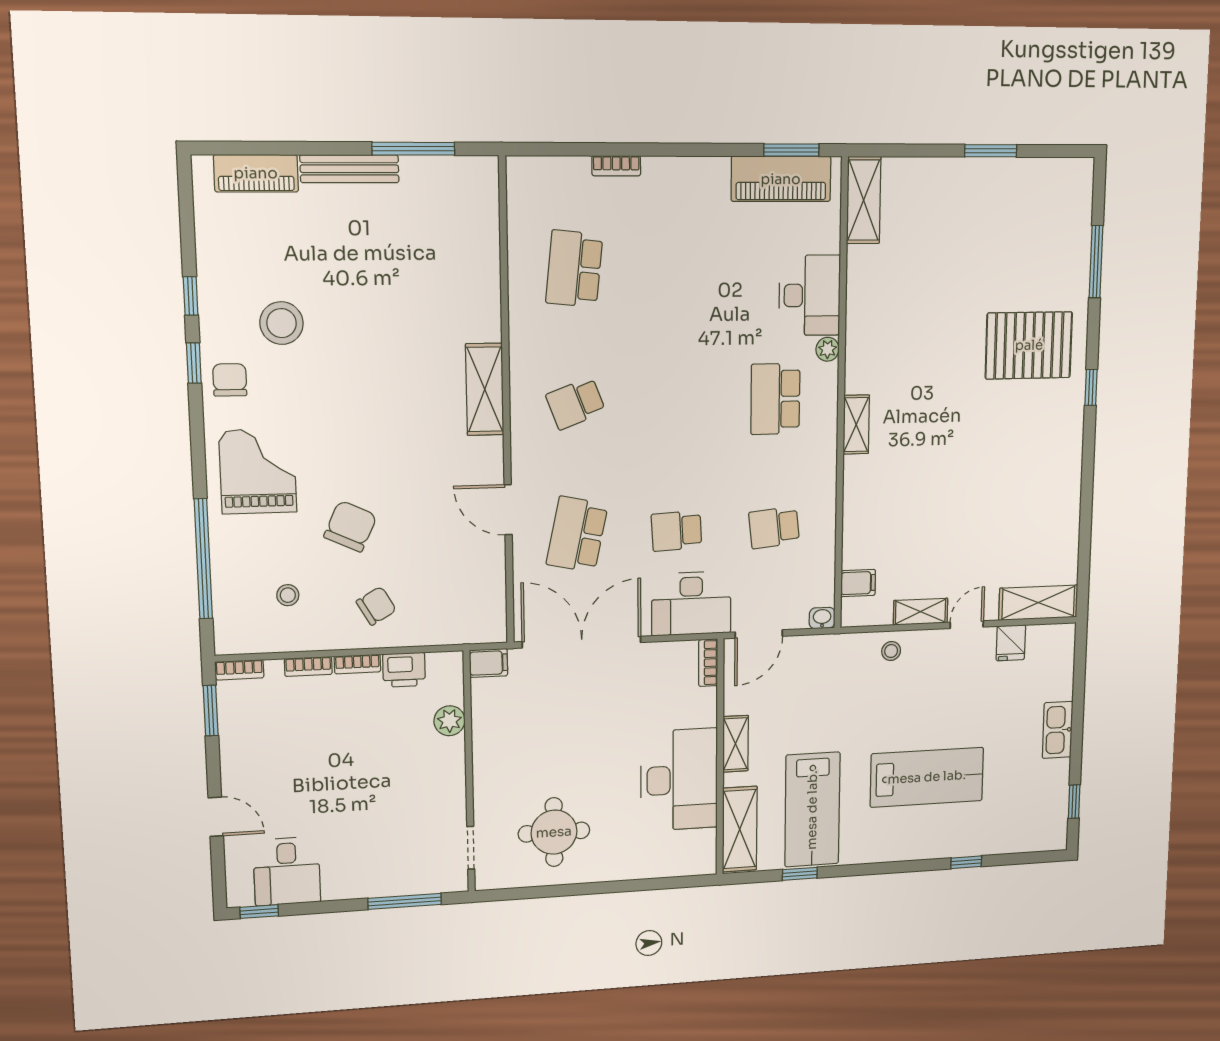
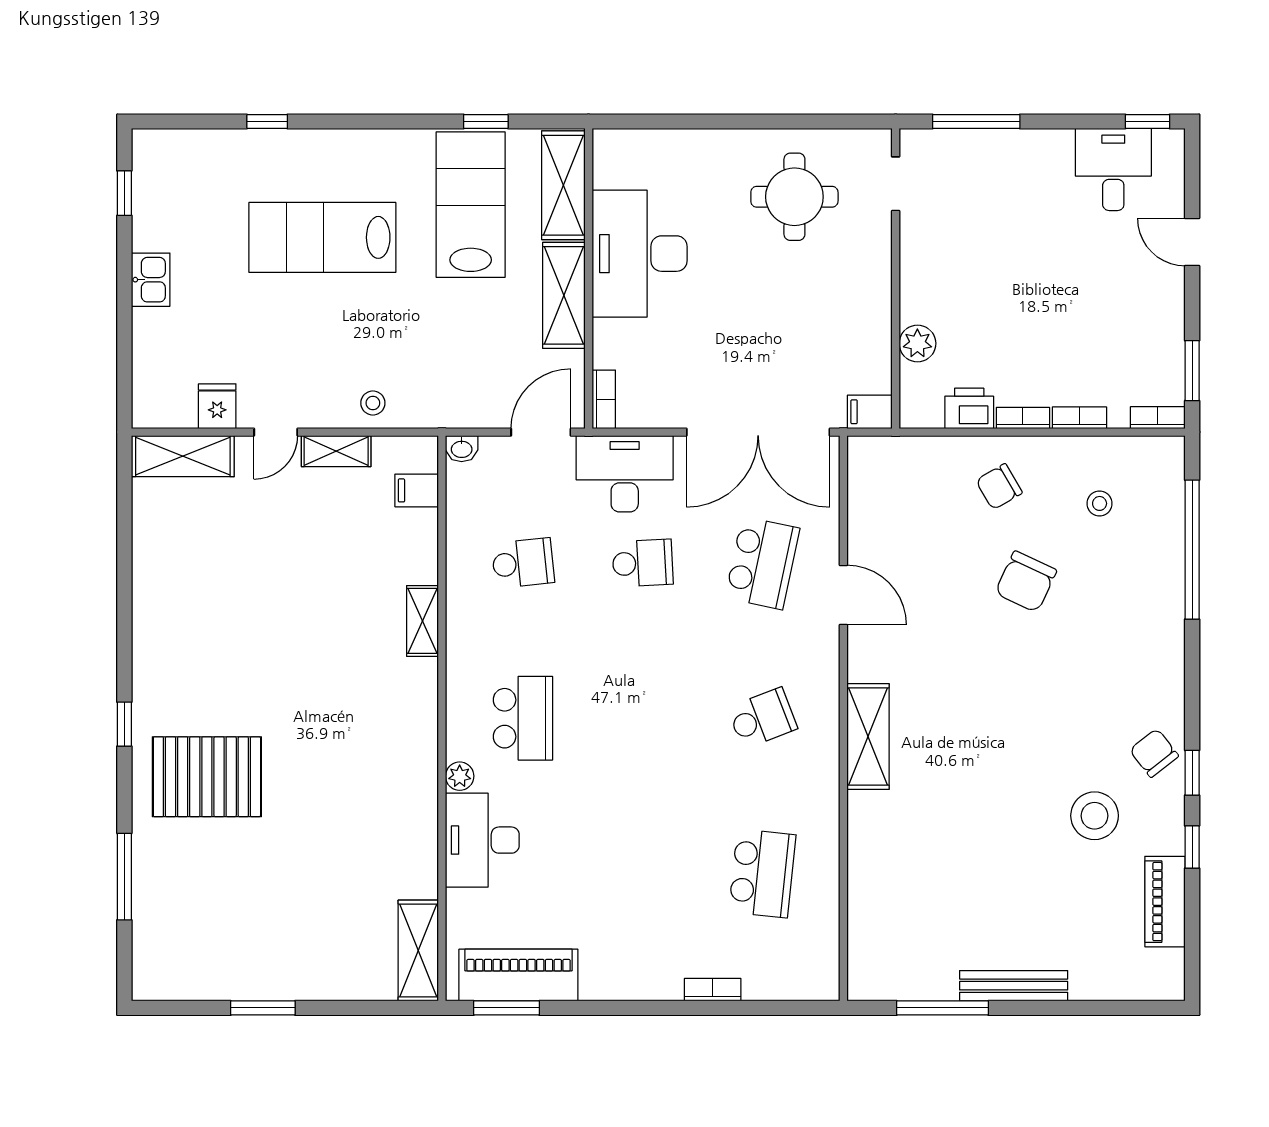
piano: (256, 173) -> (1165, 902), moved, turned -90
chair: (230, 380) -> (1154, 753), turned 142
shelving: (856, 425) -> (423, 621), moved
grand piano: (258, 471) -> (1127, 649), removed
kitchen sink: (1058, 730) -> (151, 280), width x0.73
shelving: (736, 744) -> (564, 295), width x1.50, depth x1.33

